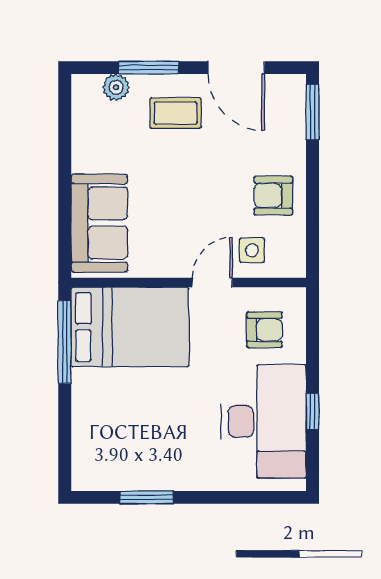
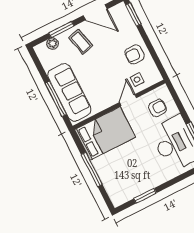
coffee table: (175, 113) -> (81, 42), turned 76
window: (65, 205) -> (56, 99), added
sofa: (99, 223) -> (69, 92), width x1.36
window: (65, 342) -> (92, 169), moved

